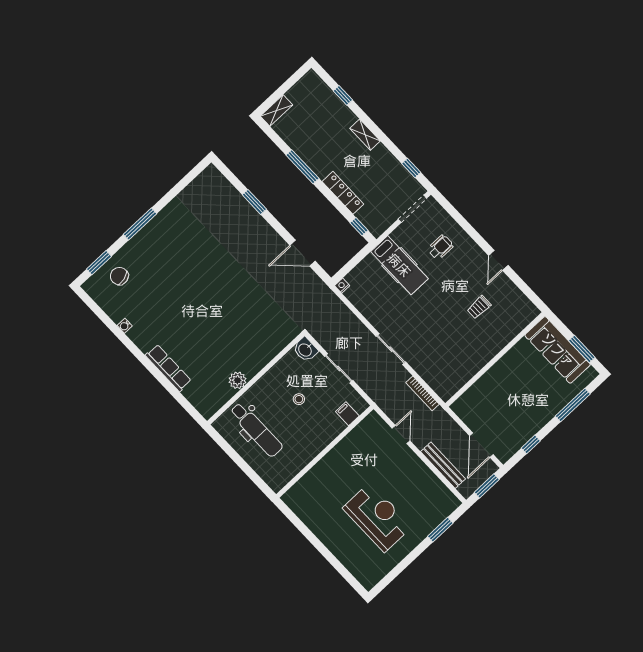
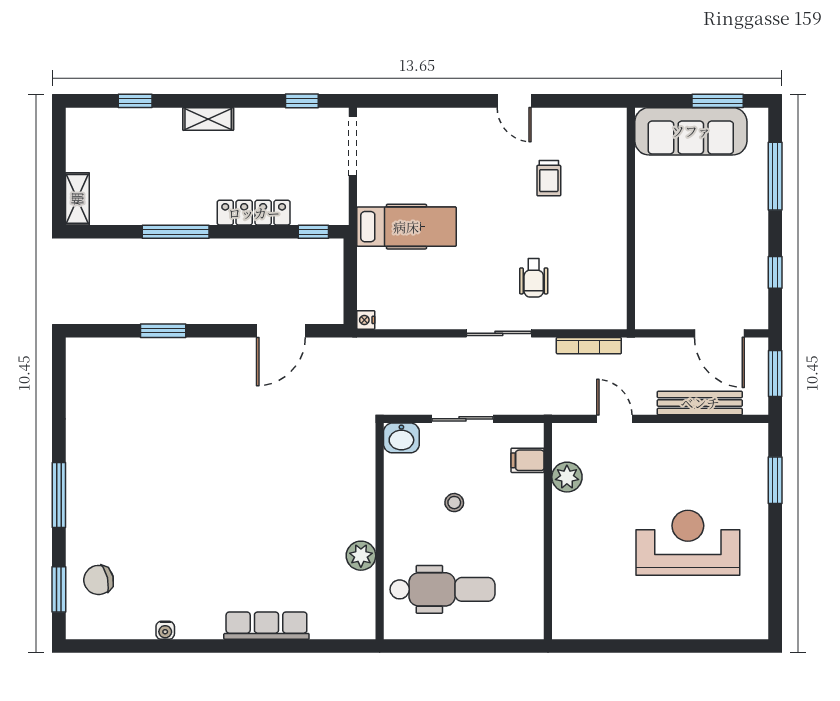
wheelchair: (441, 247) -> (534, 278), moved, turned 180
plant: (356, 438) -> (567, 477), added

